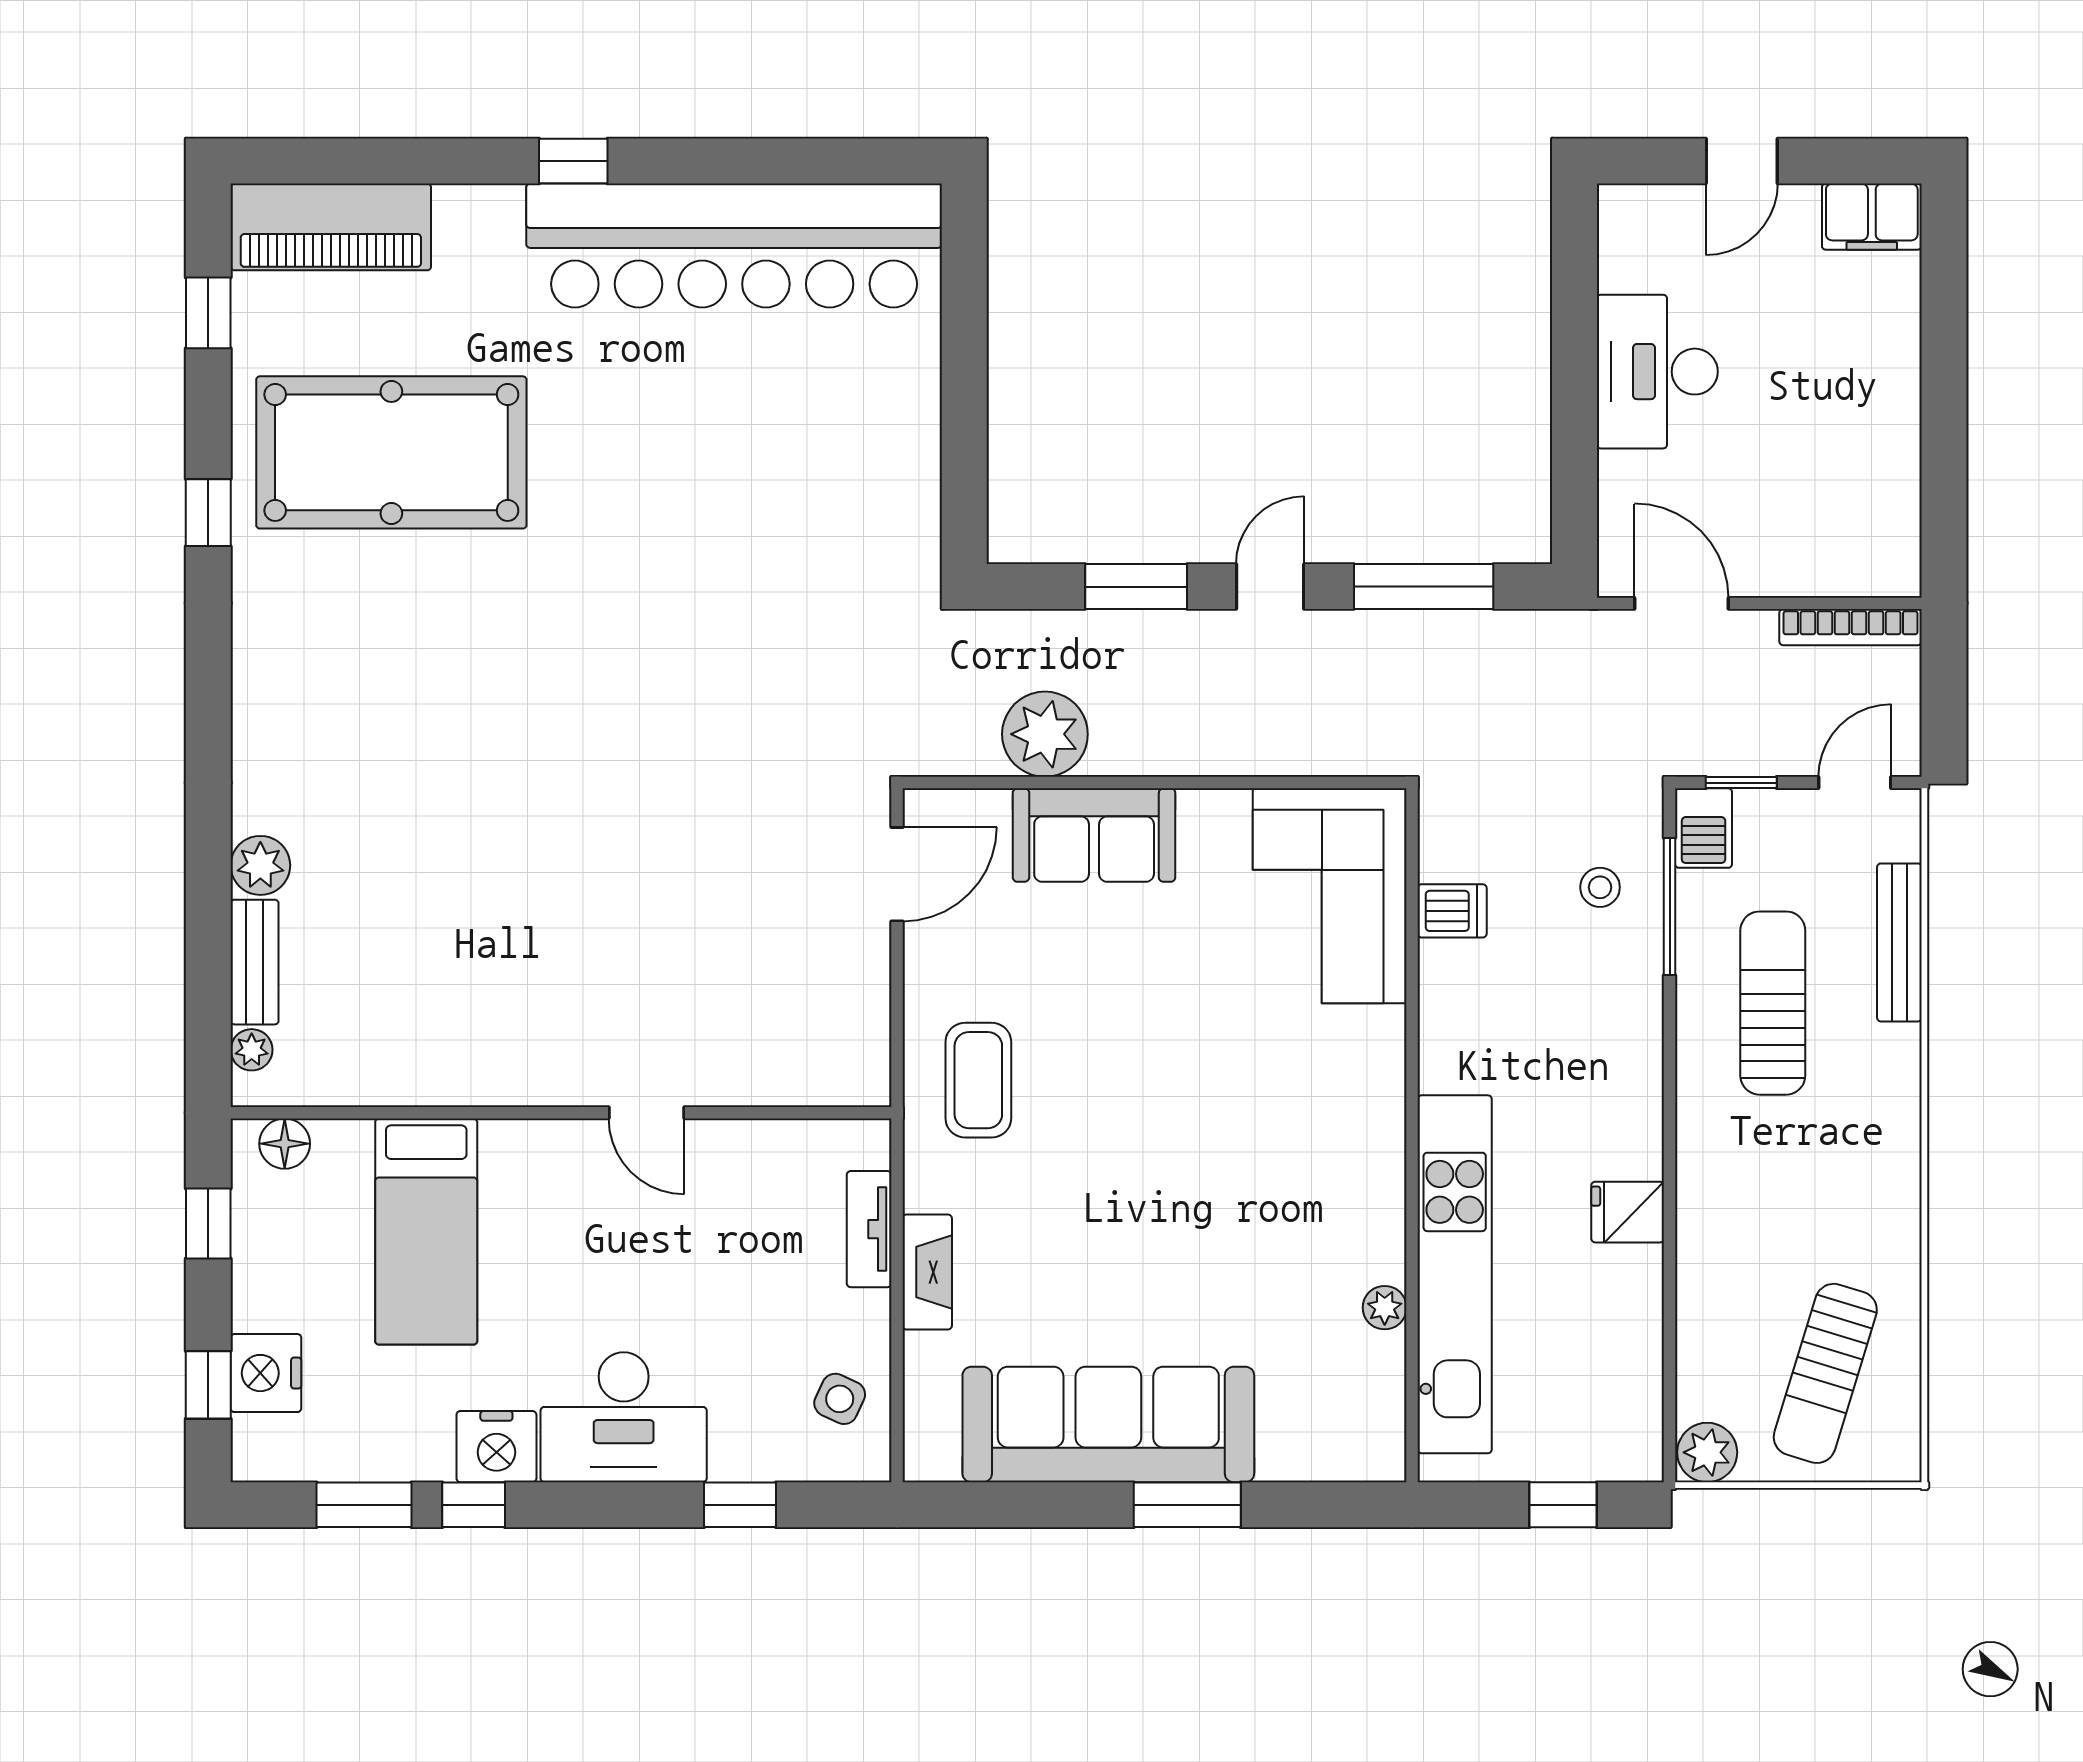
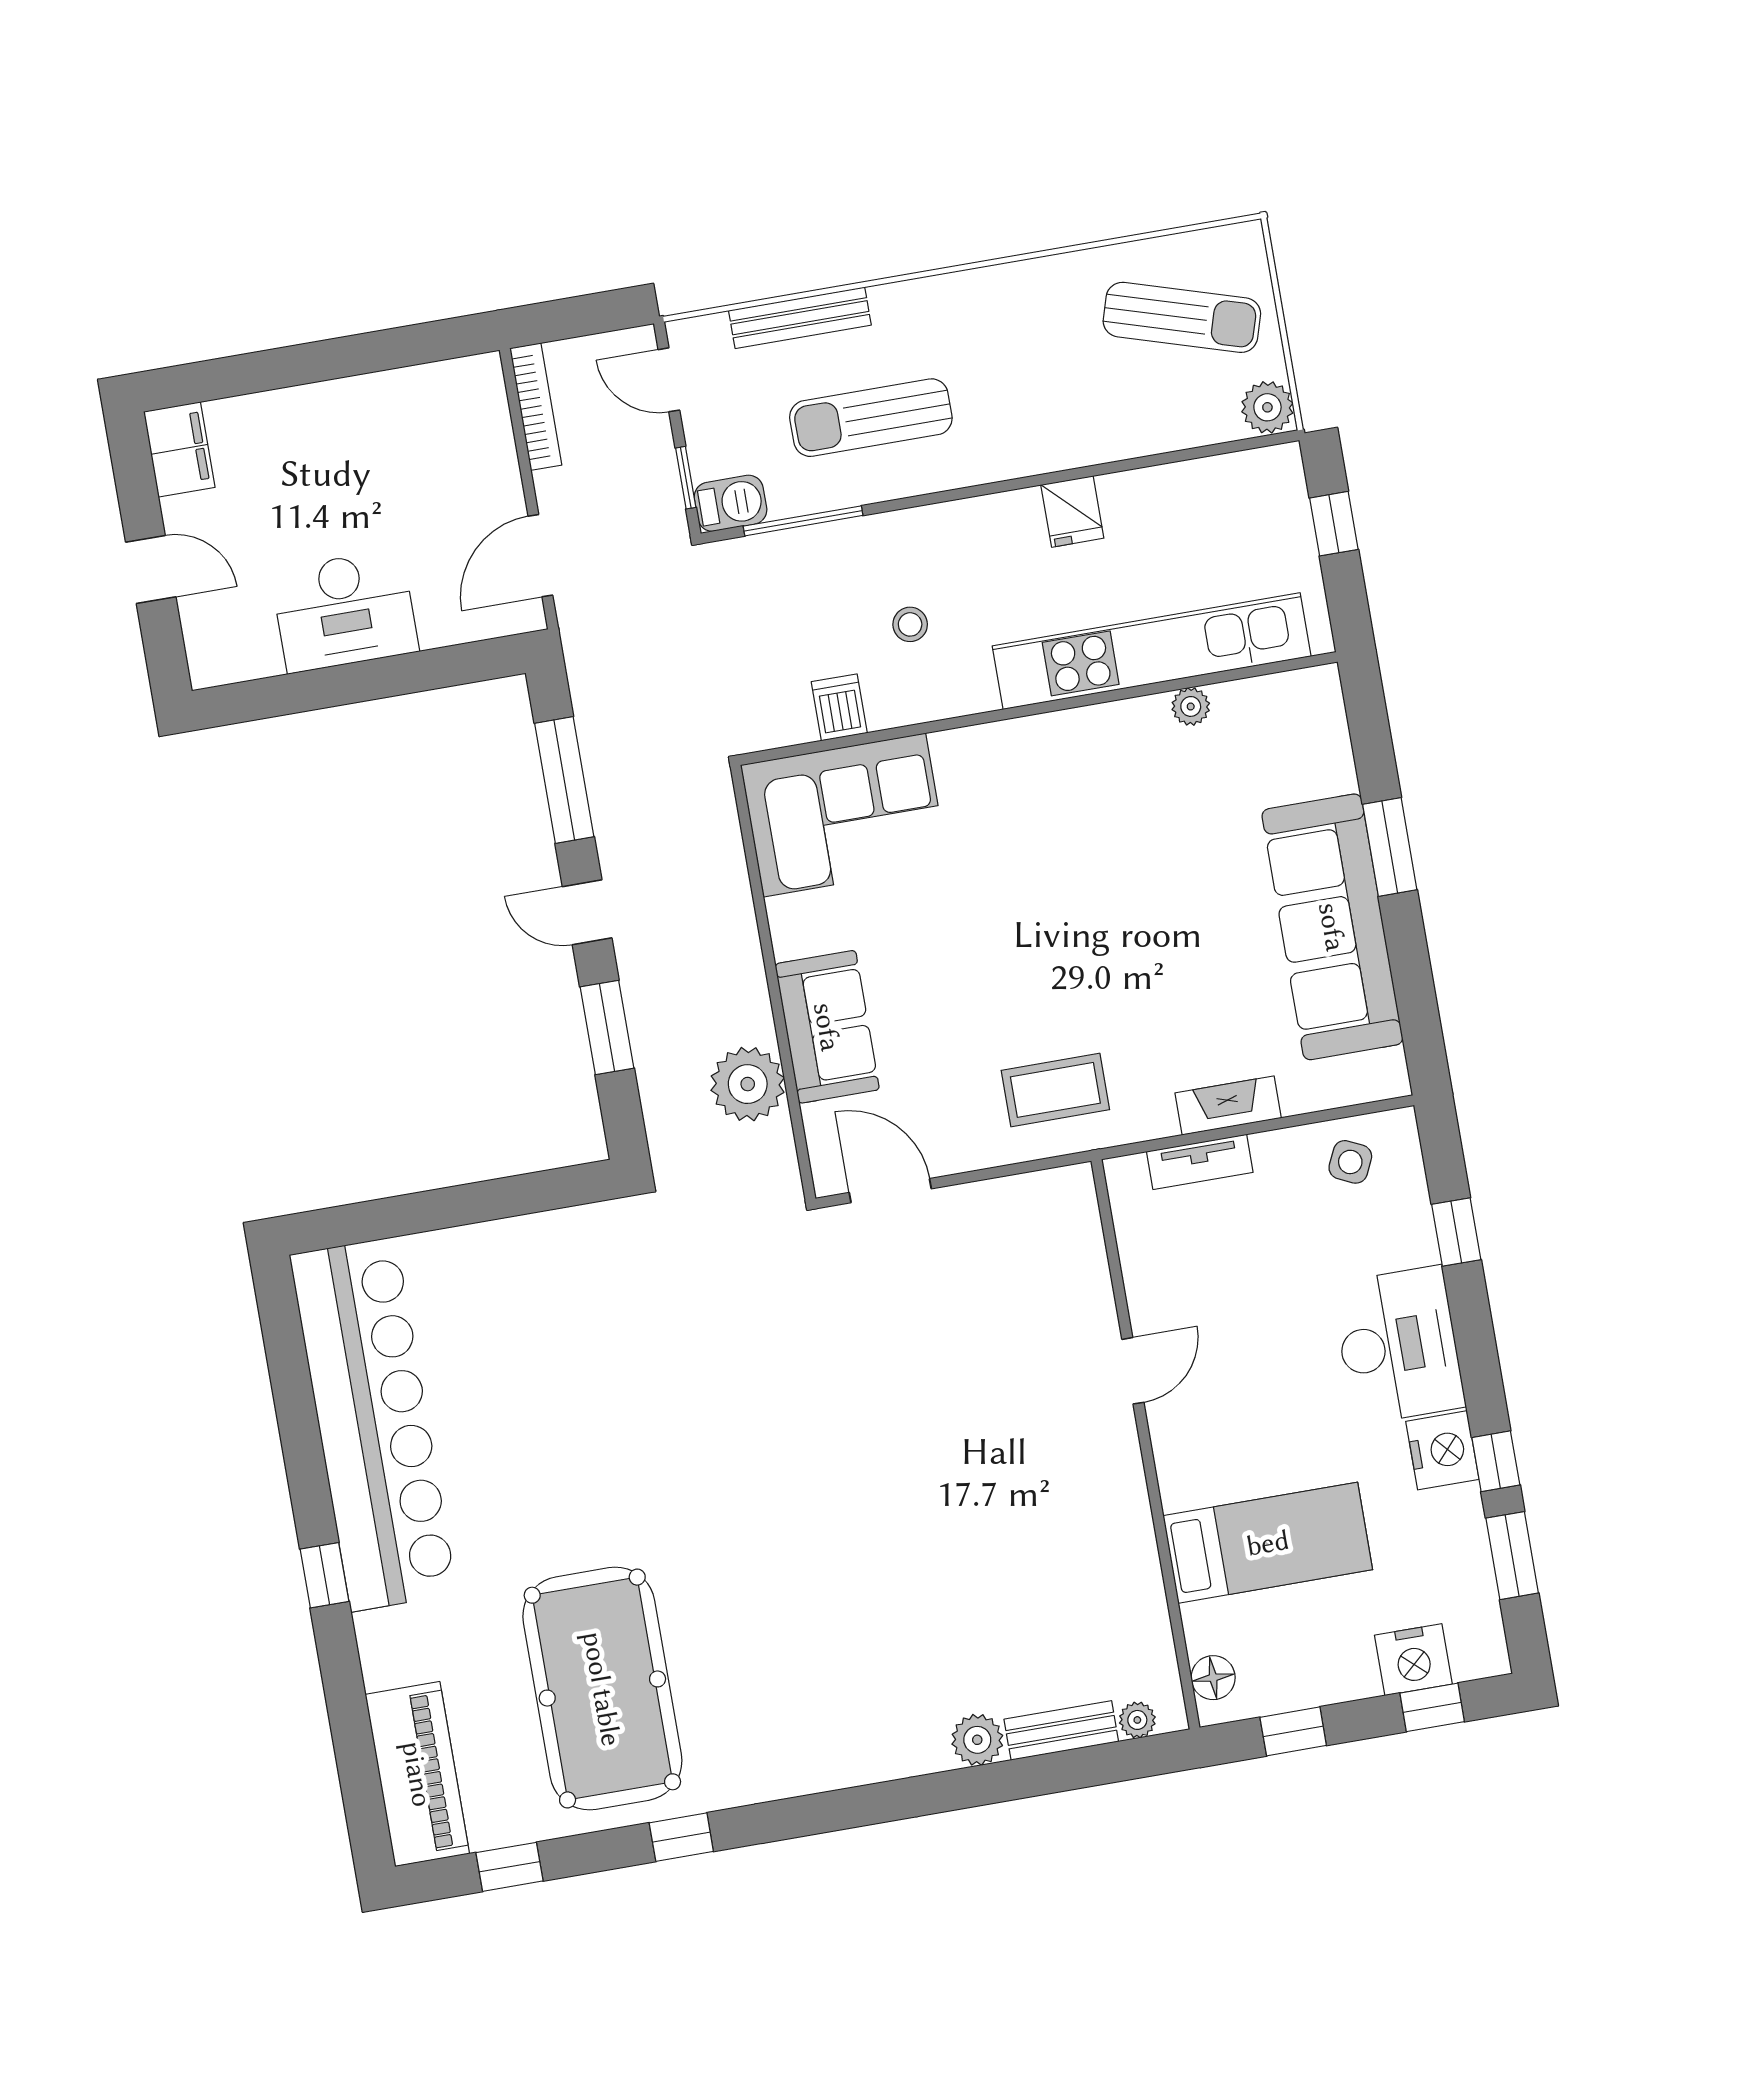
stool: (1600, 887) -> (910, 624), moved

